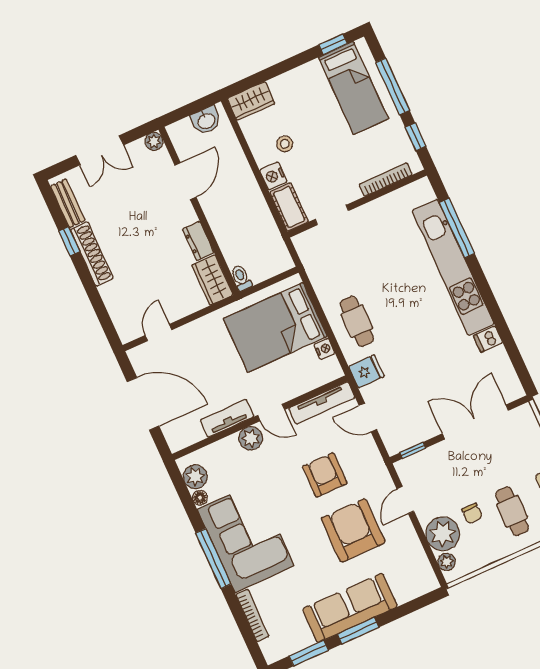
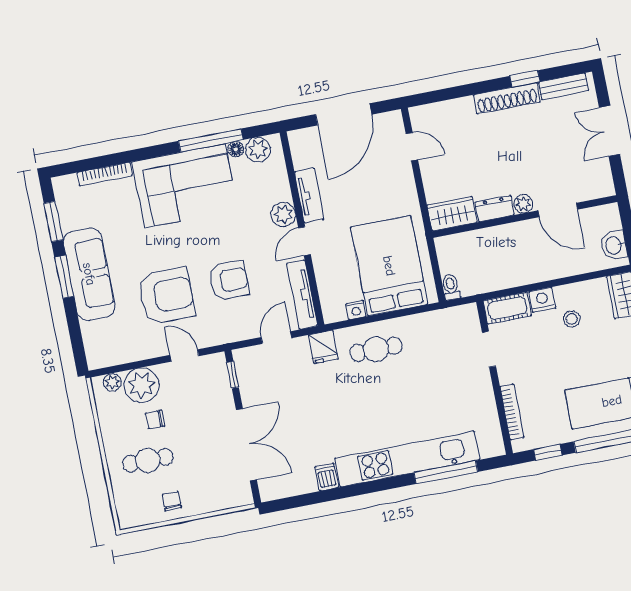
plant: (154, 141) -> (523, 204), moved
toilet: (241, 278) -> (451, 287), moved, turned -90
window: (213, 559) -> (211, 140), moved

